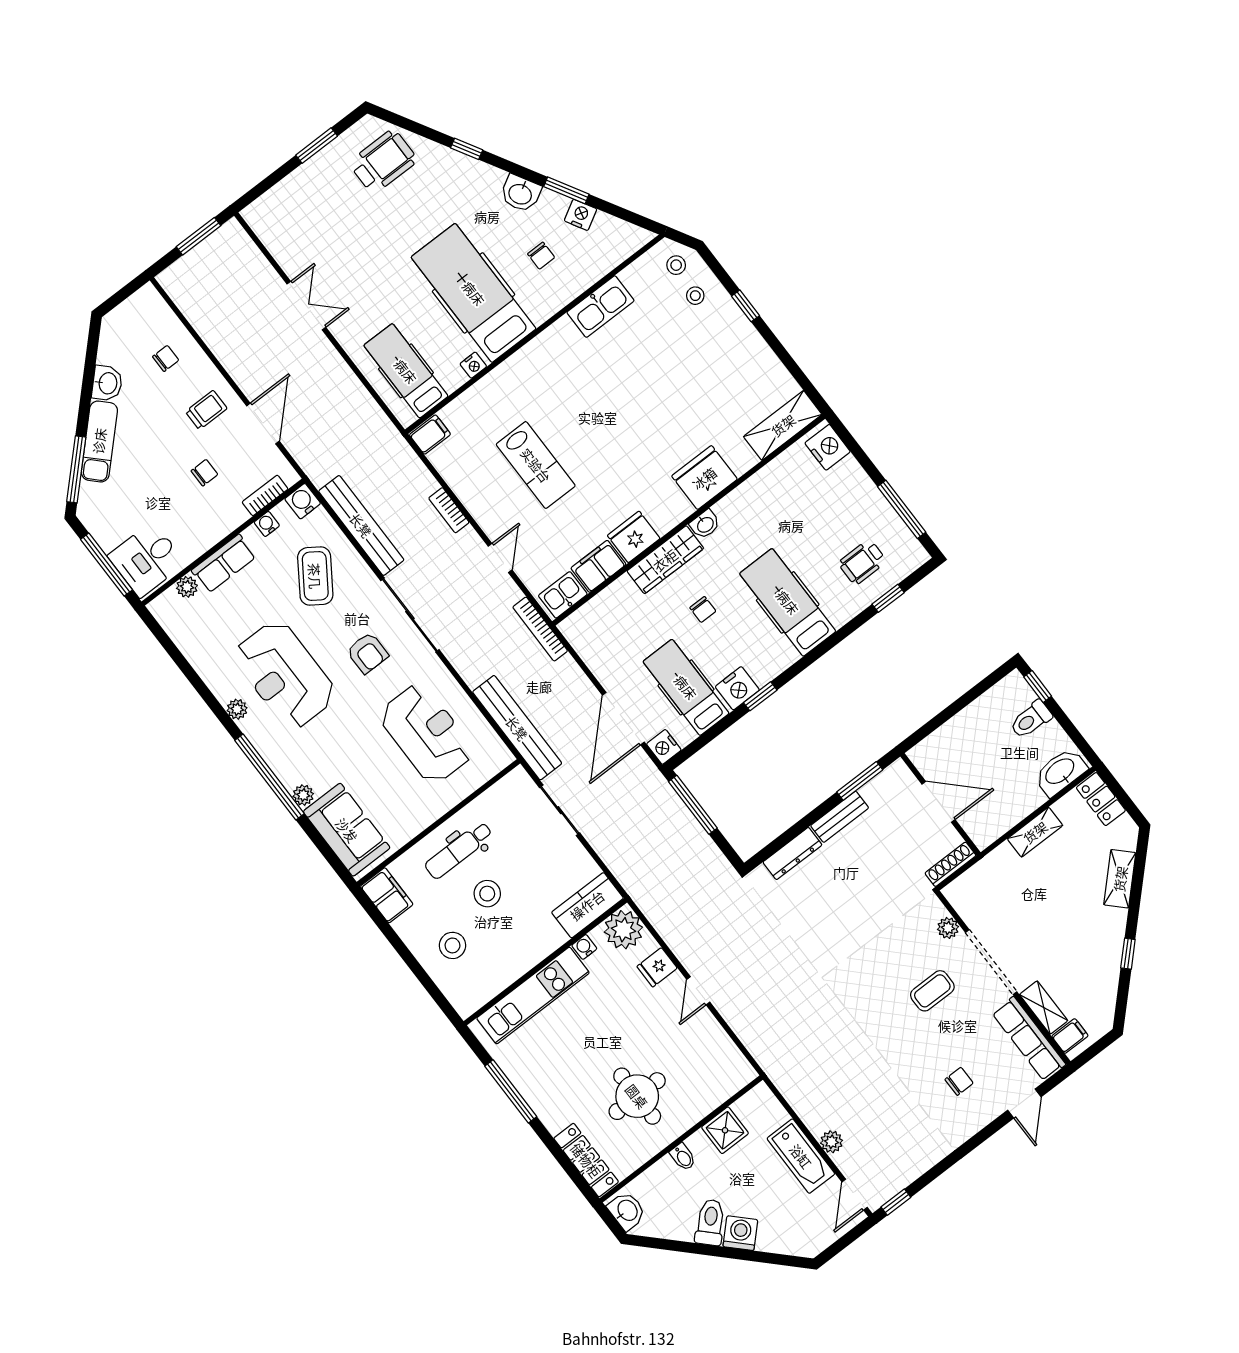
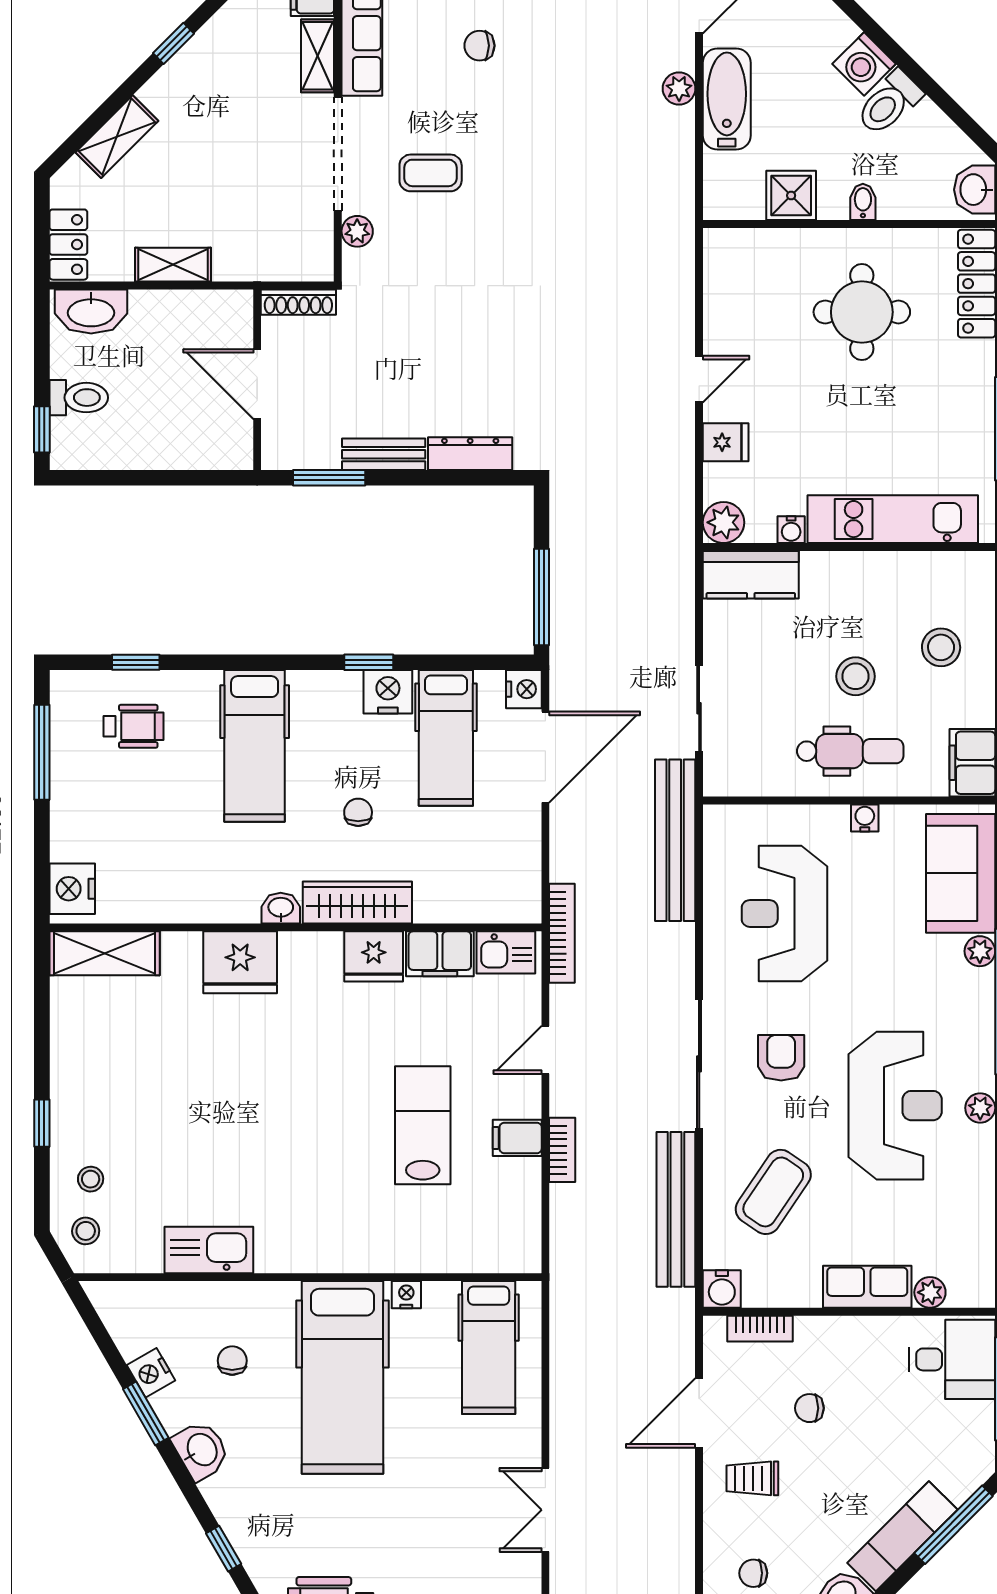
filing cabinet: (430, 435) -> (517, 1138), moved
water cooler: (267, 524) -> (865, 818), moved, turned 180
plant: (623, 930) -> (724, 522), width x0.73, depth x0.73

